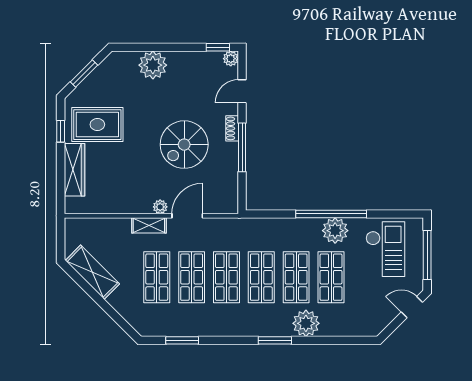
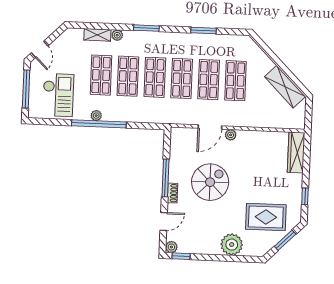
rug: (97, 125) -> (266, 217), moved
wardrobe: (74, 170) -> (296, 152), moved
shelving: (149, 225) -> (97, 35), moved
plant: (335, 231) -> (96, 116), width x0.53, depth x0.53
checkout: (385, 249) -> (58, 95), turned 180
door: (412, 307) -> (40, 49), hinge flipped
plant: (306, 323) -> (117, 35), width x0.53, depth x0.53
window: (182, 340) -> (204, 30), moved

